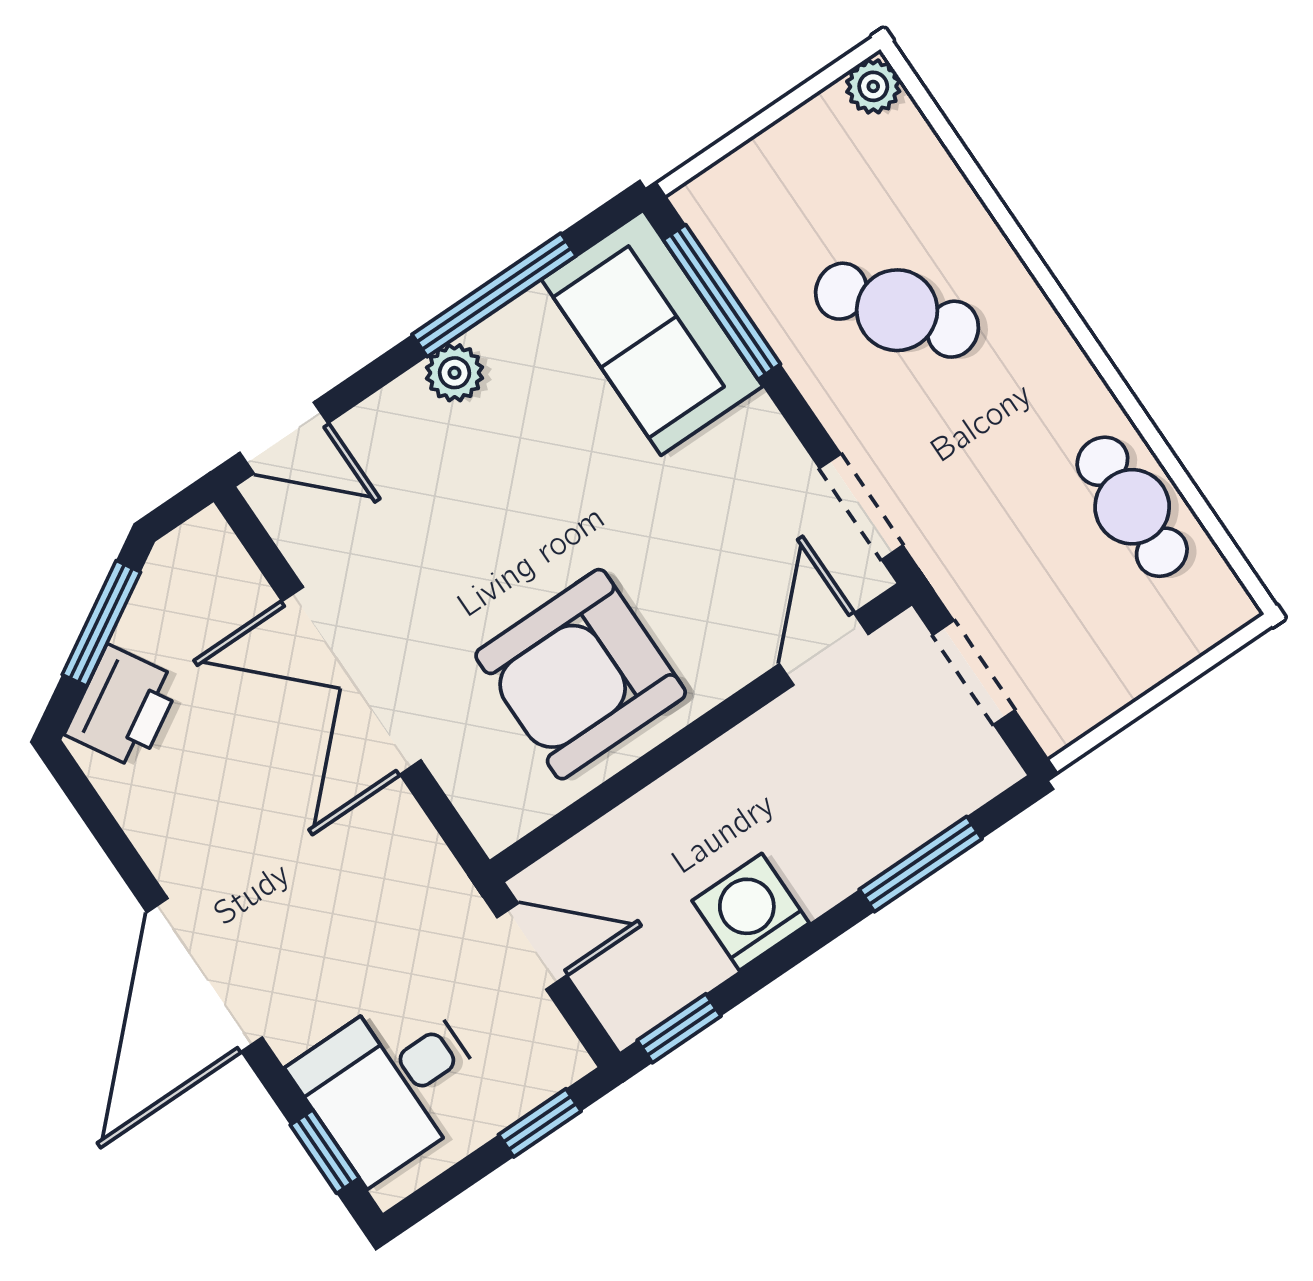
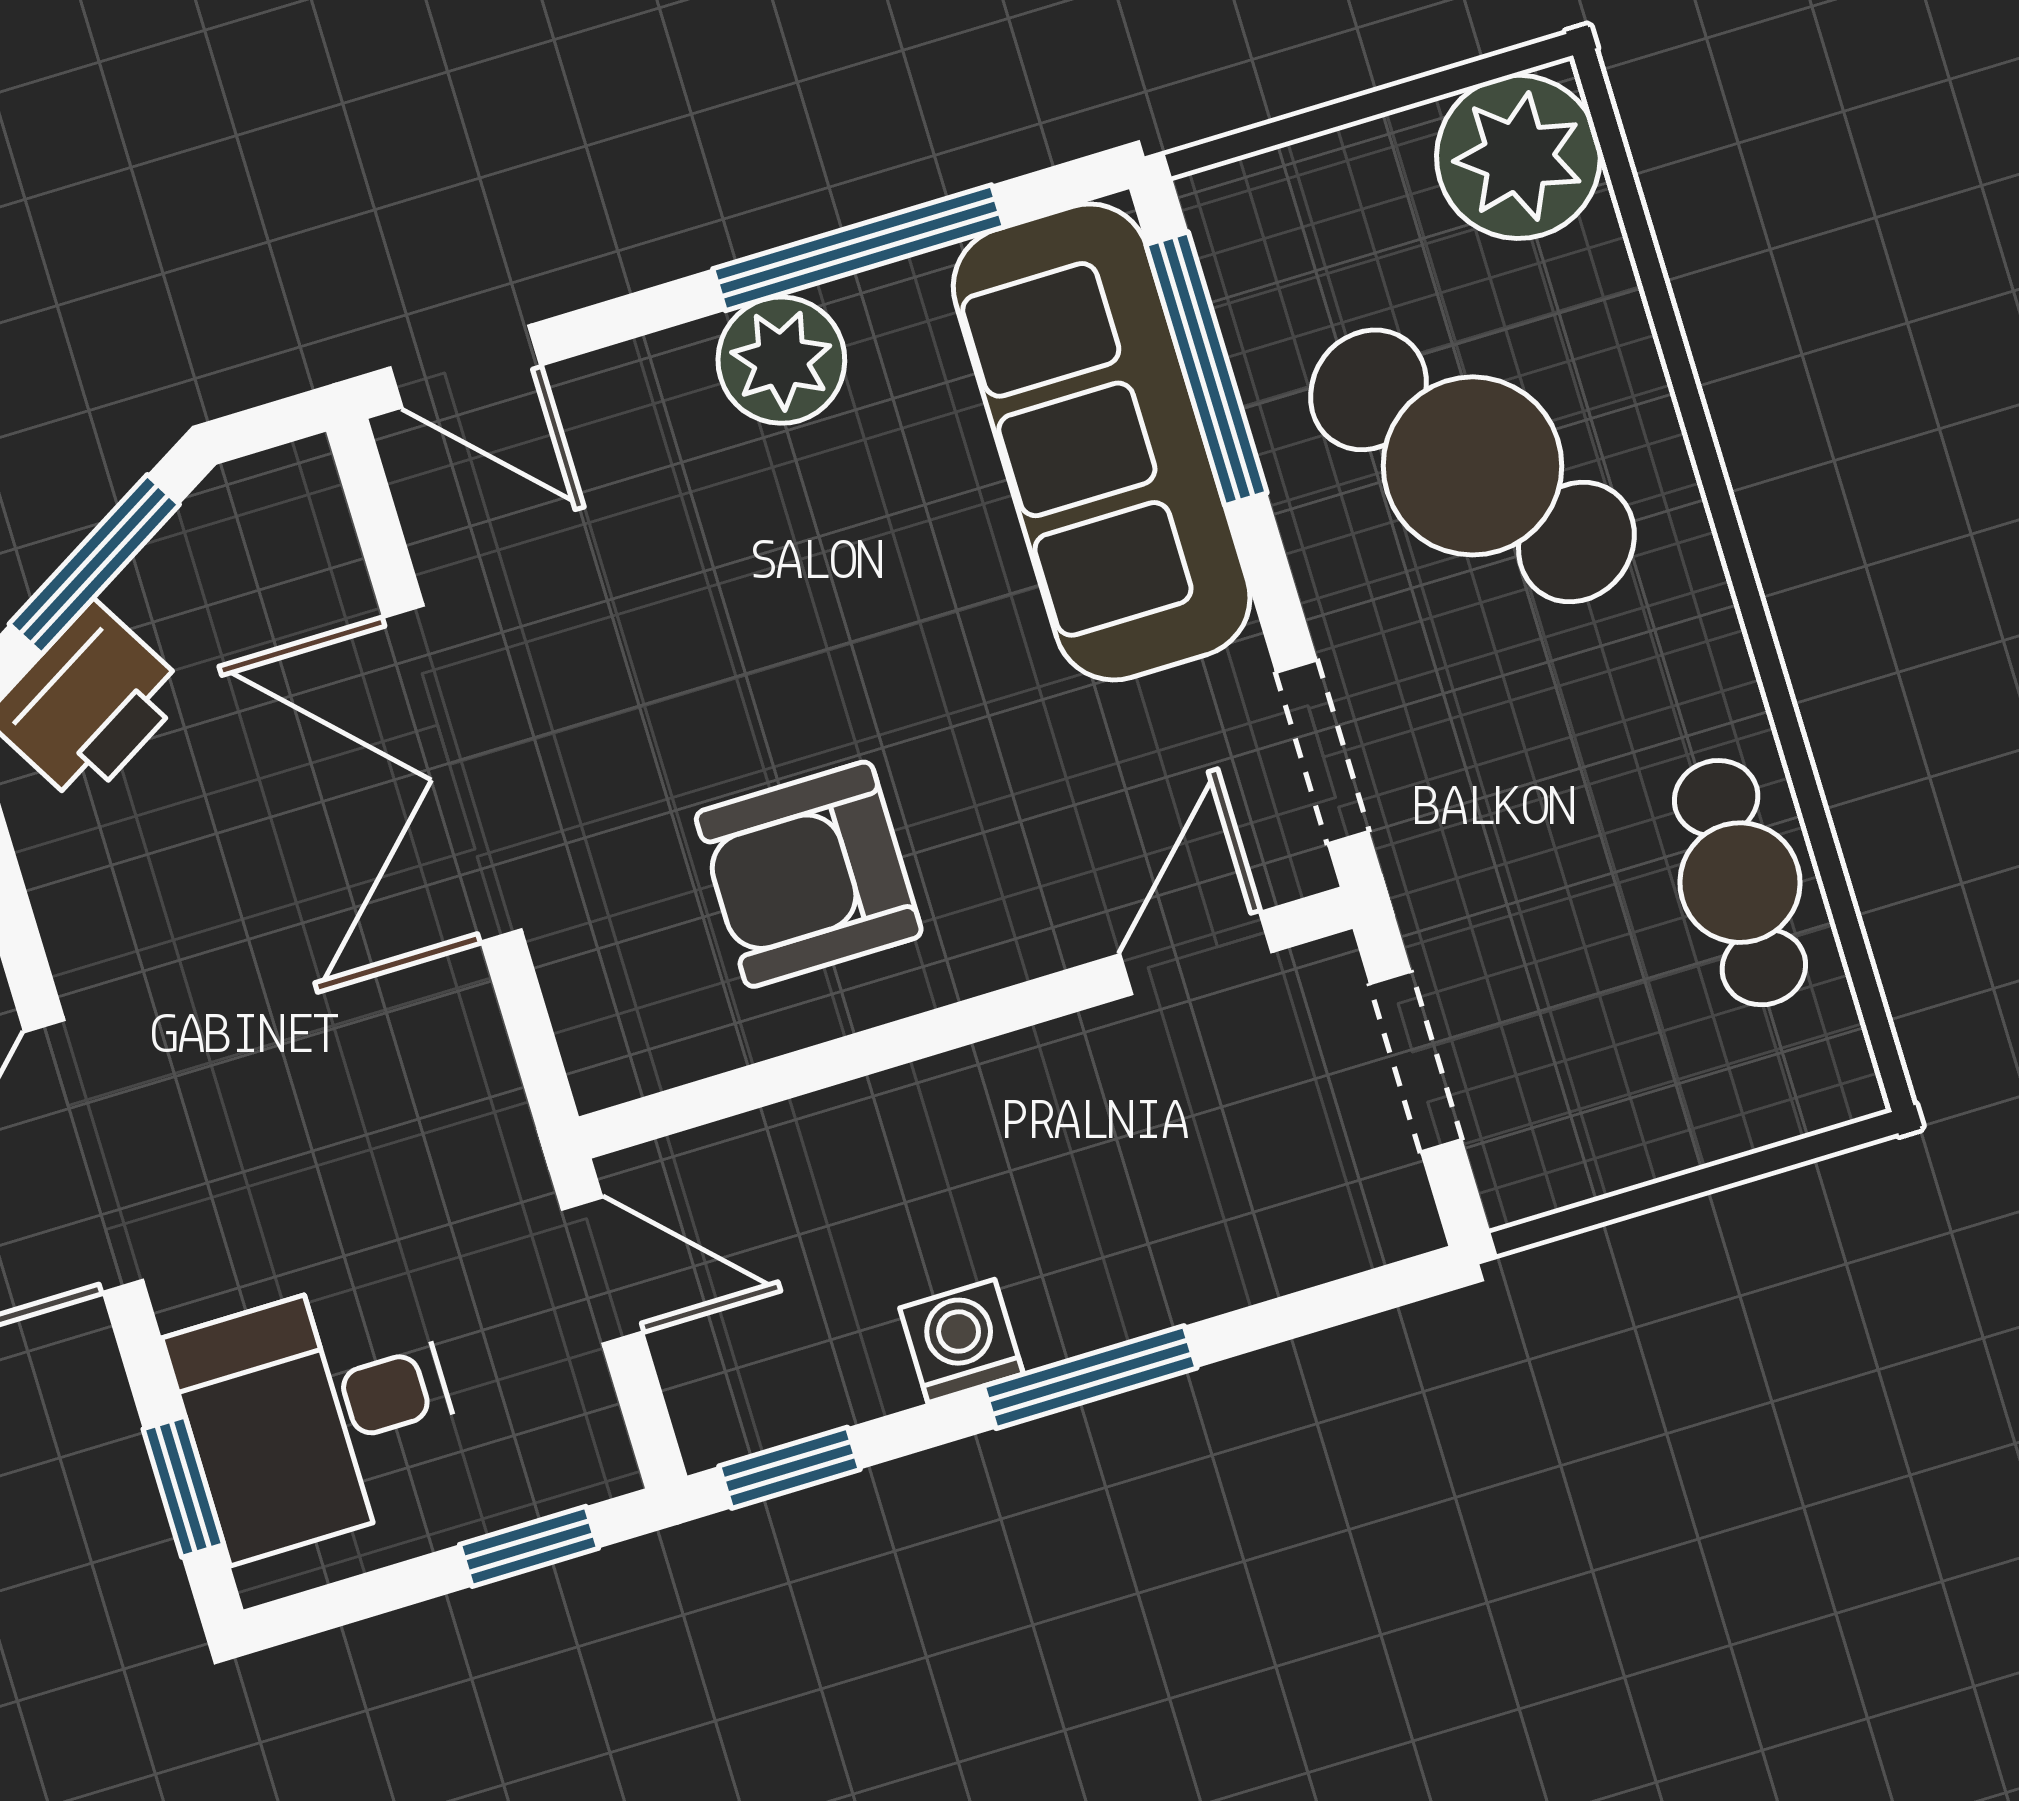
plant: (873, 86) -> (1518, 157), width x1.88, depth x1.88
cafe table: (897, 310) -> (1472, 466), width x1.37, depth x1.35
sofa: (652, 333) -> (1102, 442), width x1.36
plant: (455, 373) -> (781, 360), width x1.38, depth x1.38
armchair: (581, 674) -> (809, 874), width x0.73, depth x0.73
window: (921, 864) -> (1090, 1377), moved
washing machine: (751, 912) -> (961, 1341), width x0.73, depth x0.73

